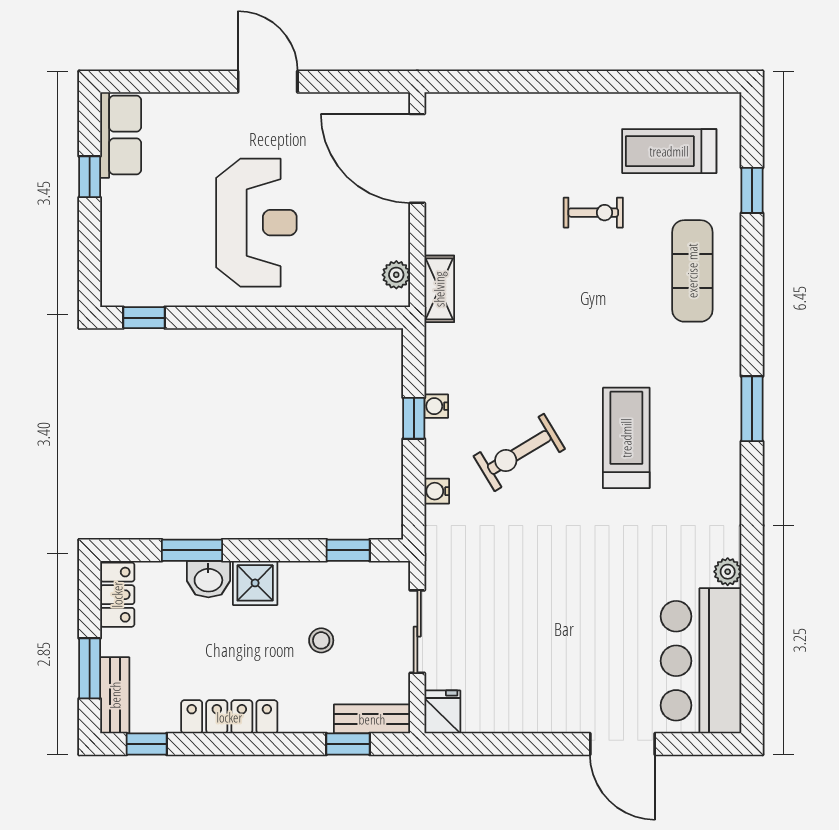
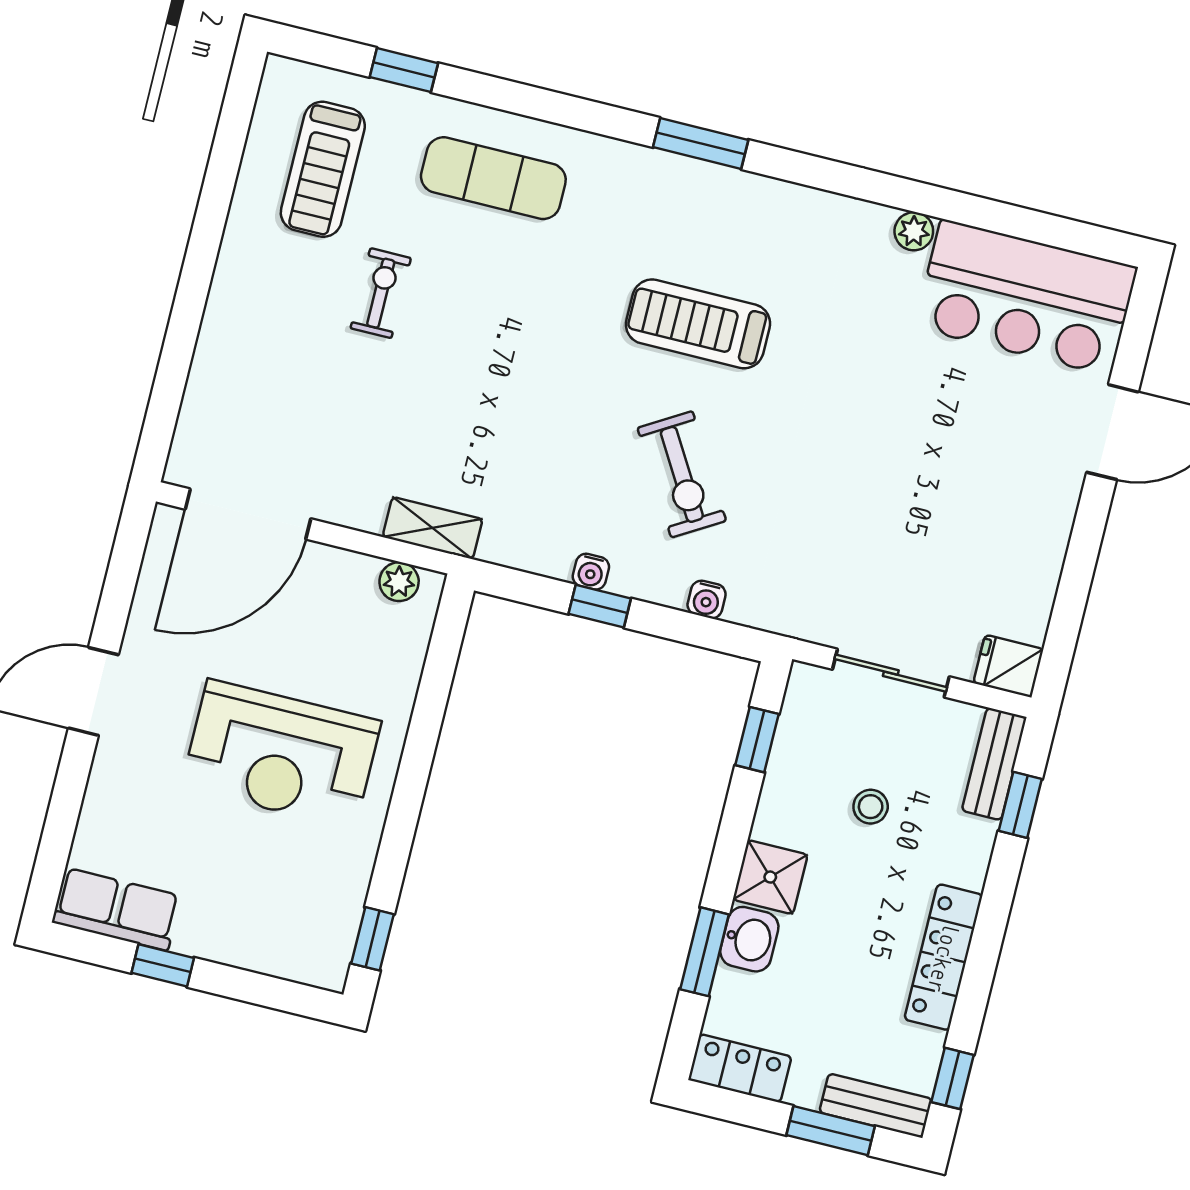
reception desk: (256, 223) -> (281, 754), turned 180

